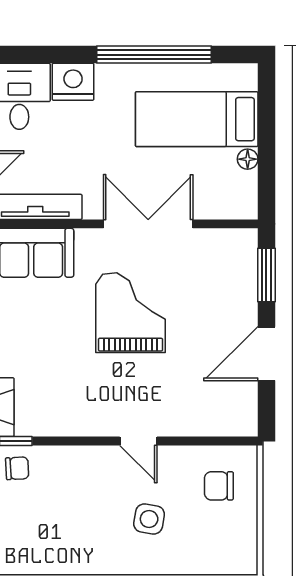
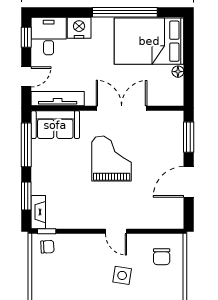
bed: (197, 119) -> (149, 41), width x1.50
chair: (219, 486) -> (162, 257), turned -90

